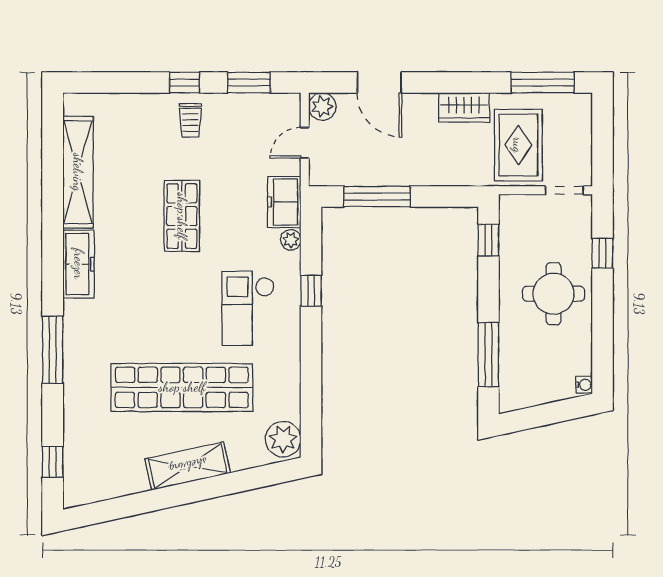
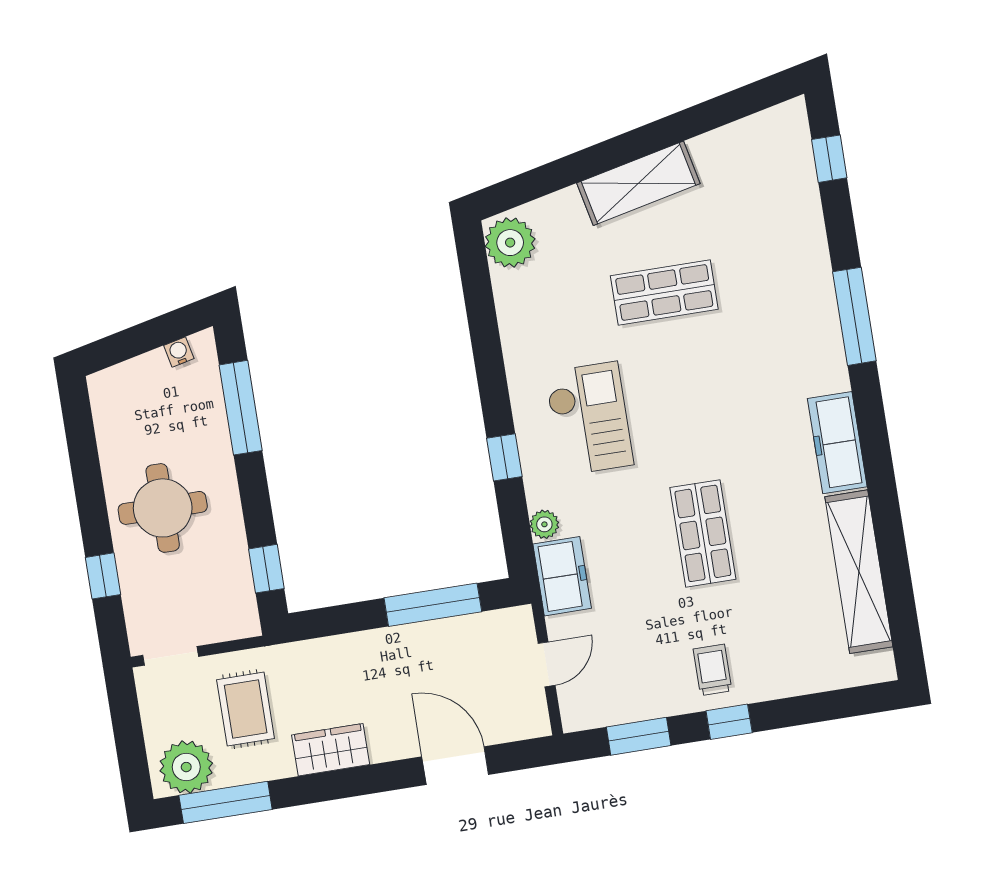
plant: (322, 106) -> (186, 767), moved, width x1.36, depth x1.36
rug: (518, 145) -> (246, 709), width x0.73, depth x0.70
water cooler: (584, 385) -> (179, 352), moved, turned 78
shop shelf: (182, 387) -> (664, 292), width x0.50, depth x0.74

